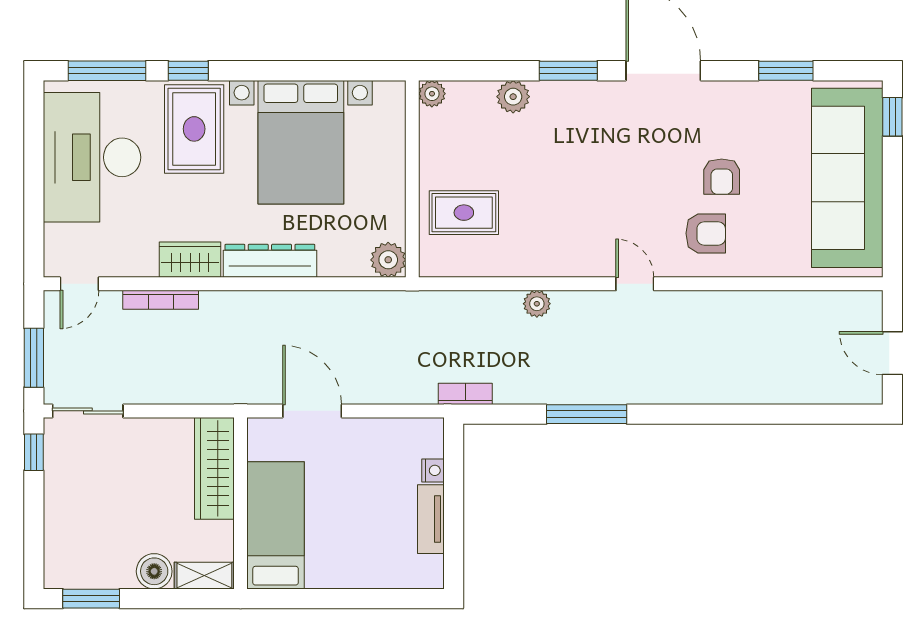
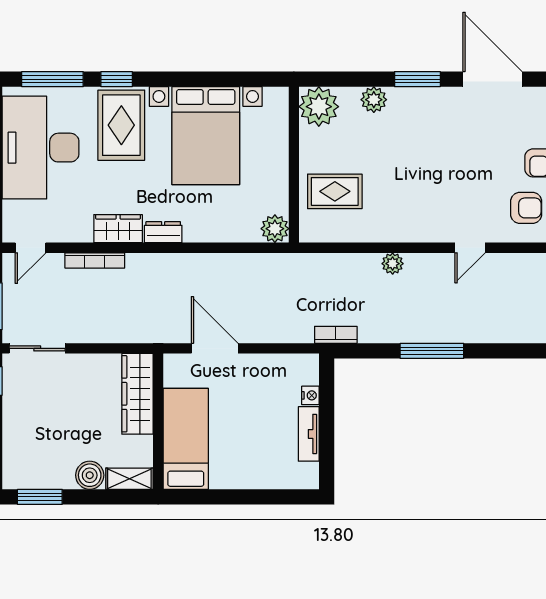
plant: (432, 94) -> (319, 107), width x1.88, depth x1.88
dresser: (270, 261) -> (163, 232), width x0.51, depth x0.80
door: (635, 284) -> (470, 248), swing flipped

